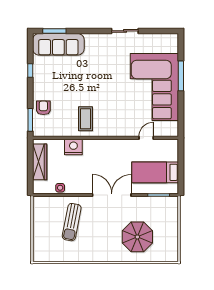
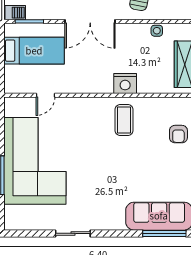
window: (54, 31) -> (164, 233), width x1.44
nightstand: (73, 147) -> (125, 83), moved
barbecue: (170, 202) -> (15, 13), added

